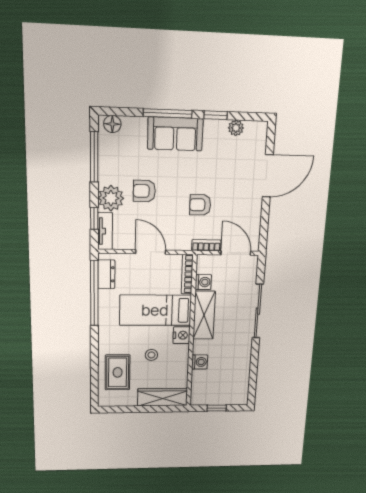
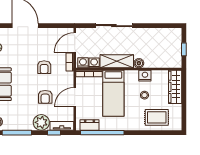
armchair: (144, 191) -> (45, 97), moved
nightstand: (182, 335) -> (145, 76), moved
boiler: (200, 347) -> (139, 63), added
washing machine: (200, 362) -> (83, 63), moved

